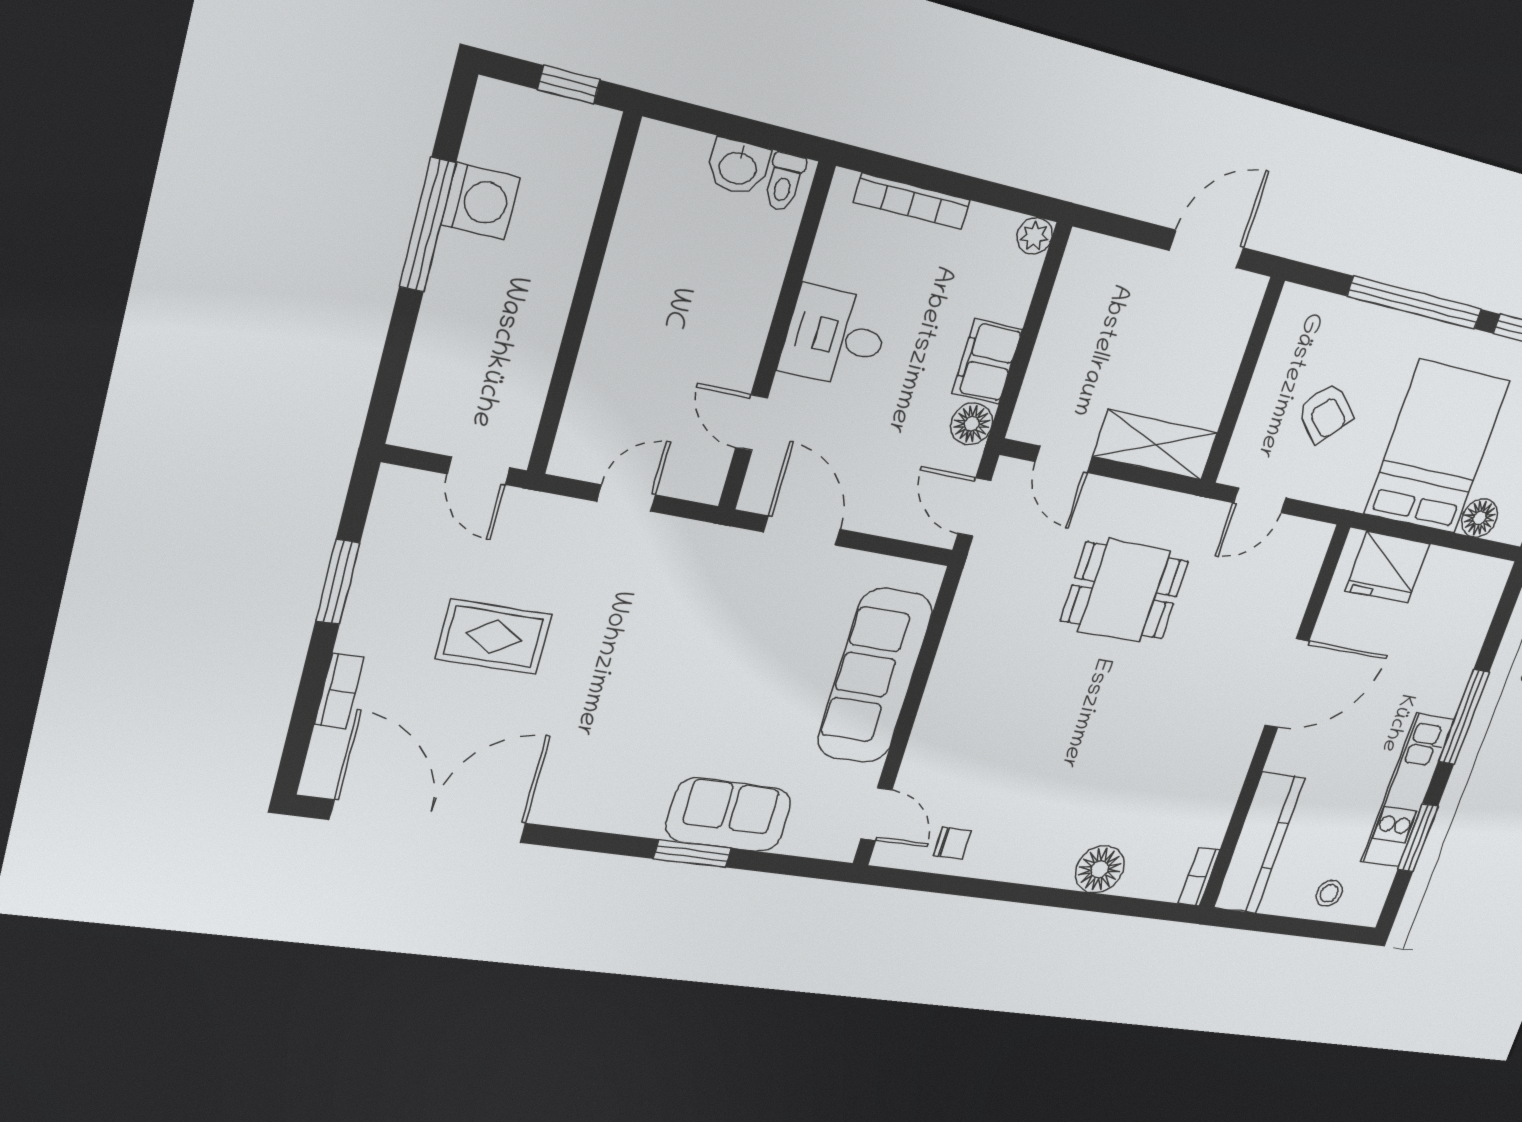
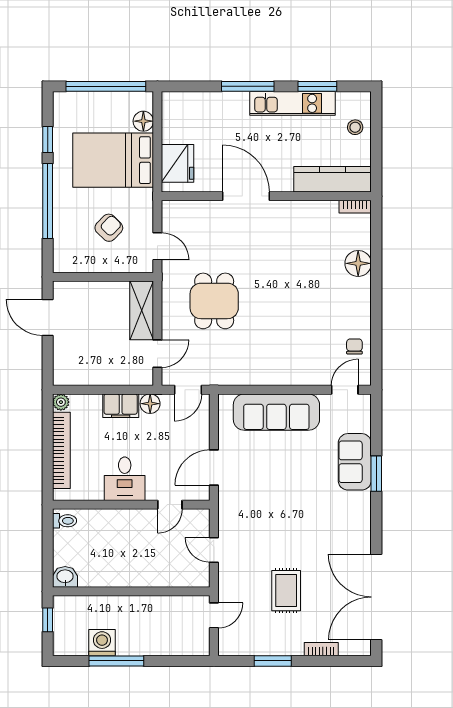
washbasin: (738, 167) -> (65, 577), moved, turned -90
bookcase: (912, 201) -> (61, 450), width x1.48, depth x1.31

